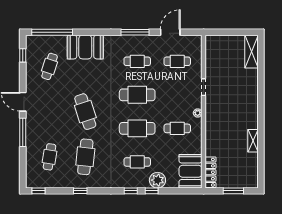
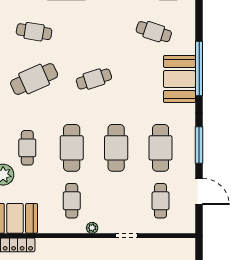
window: (52, 32) -> (199, 68), moved
cafe table: (137, 61) -> (161, 148), width x1.37, depth x1.35
cafe table: (85, 112) -> (94, 79), width x0.73, depth x0.74
cafe table: (85, 157) -> (34, 79), turned -30

